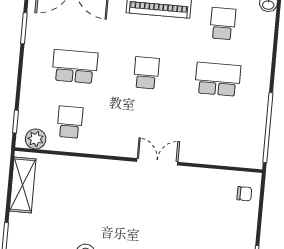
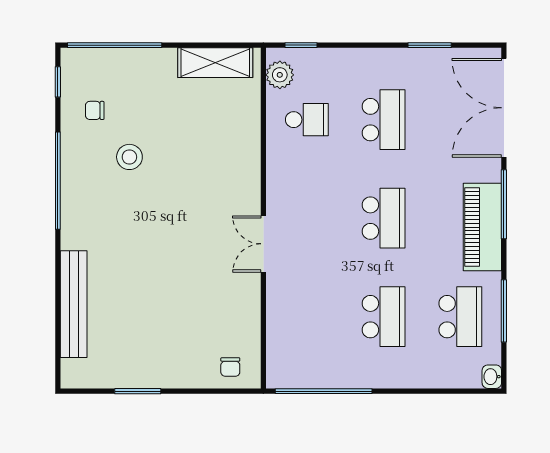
school desk: (223, 24) -> (460, 317), width x1.85
school desk: (146, 73) -> (384, 218), width x1.85
double door: (157, 162) -> (263, 244), swing flipped

